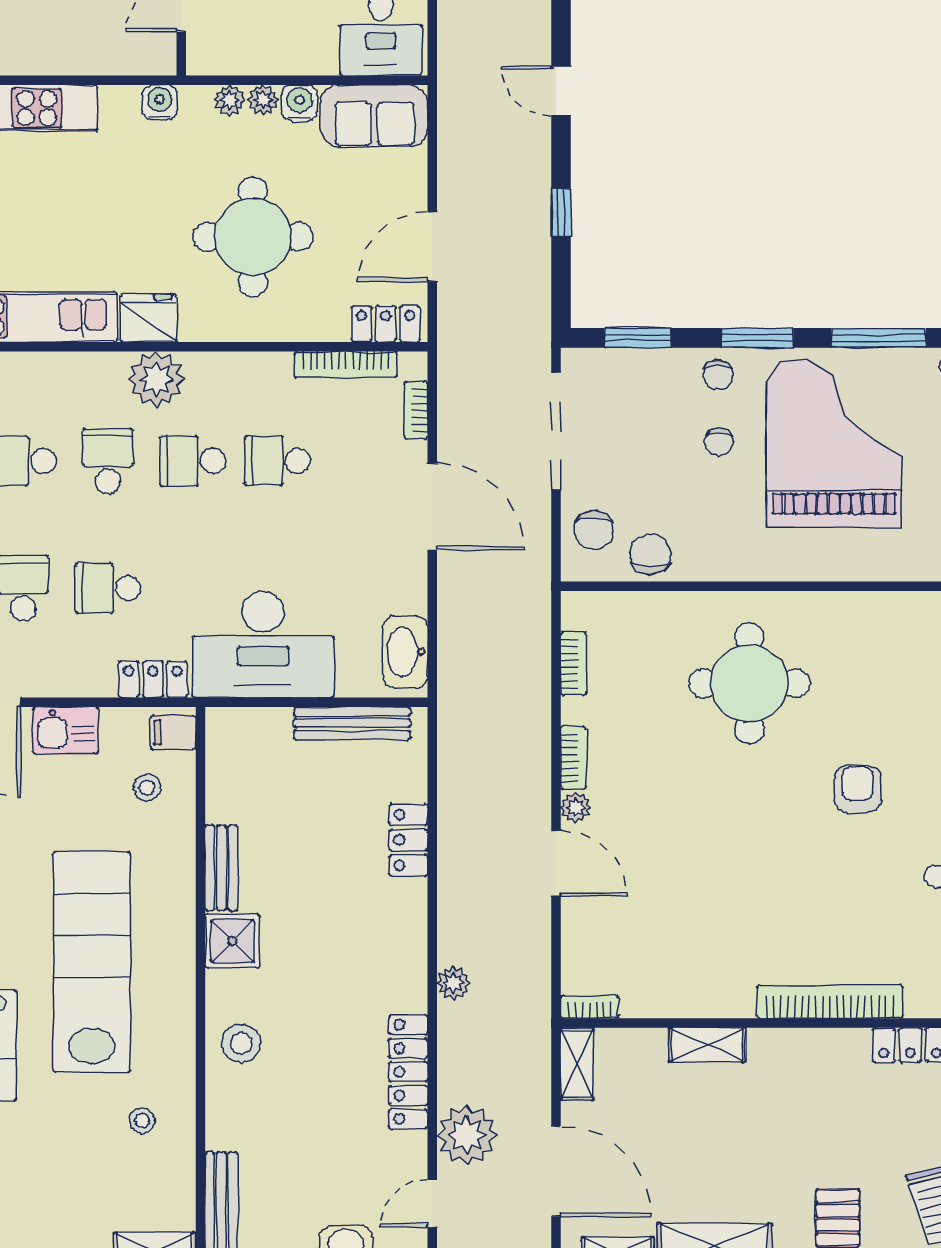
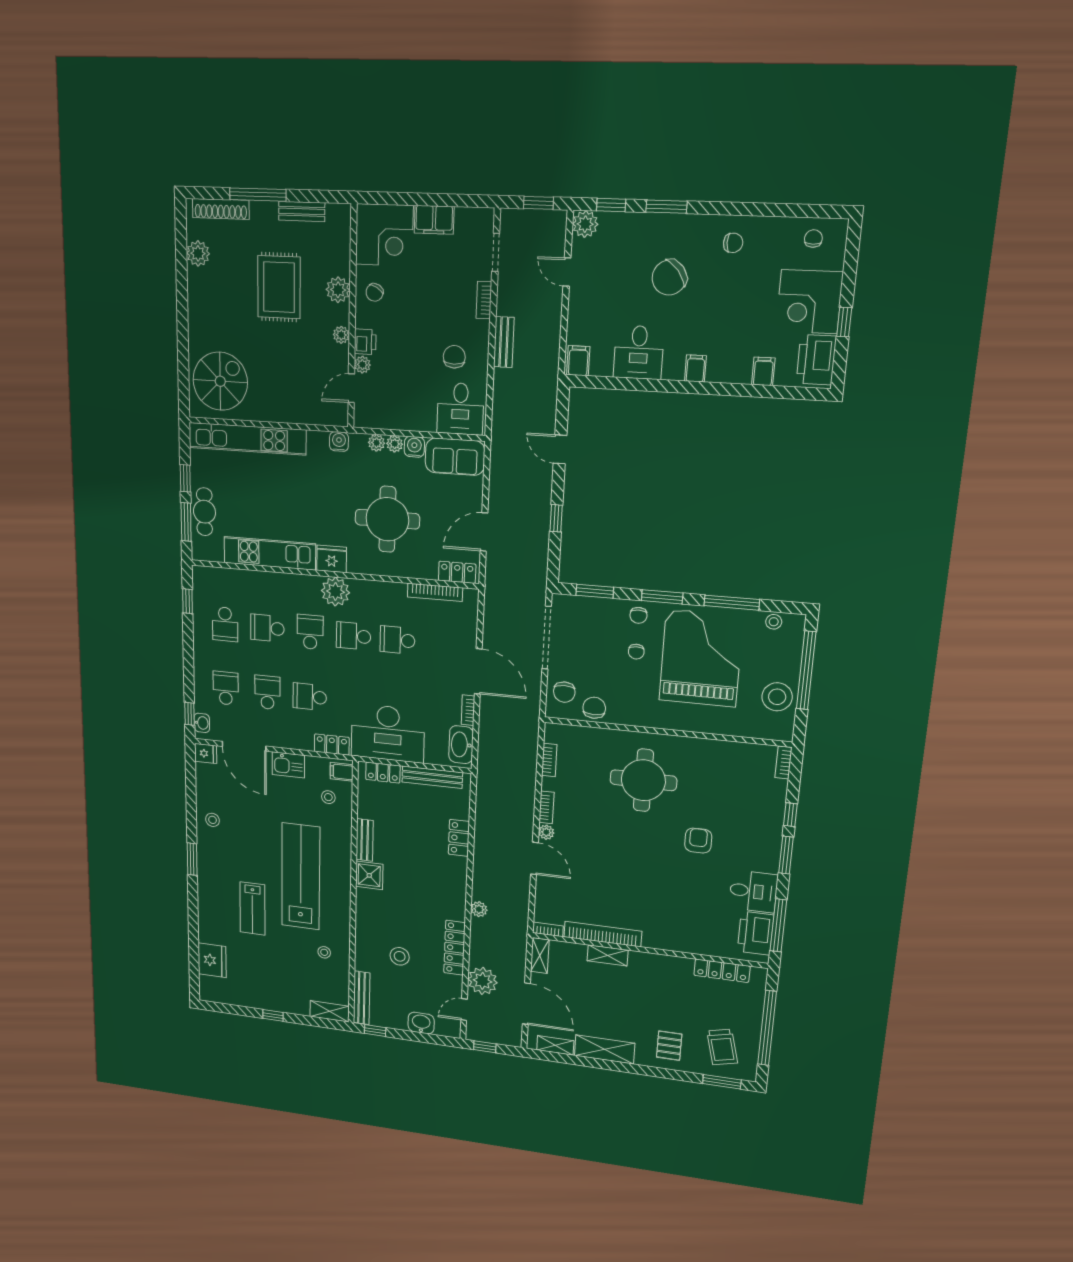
bookcase: (416, 410) -> (468, 710), moved
locker: (255, 725) -> (383, 773), added
bookcase: (830, 1002) -> (603, 934), moved
stool: (241, 1043) -> (400, 956), moved

